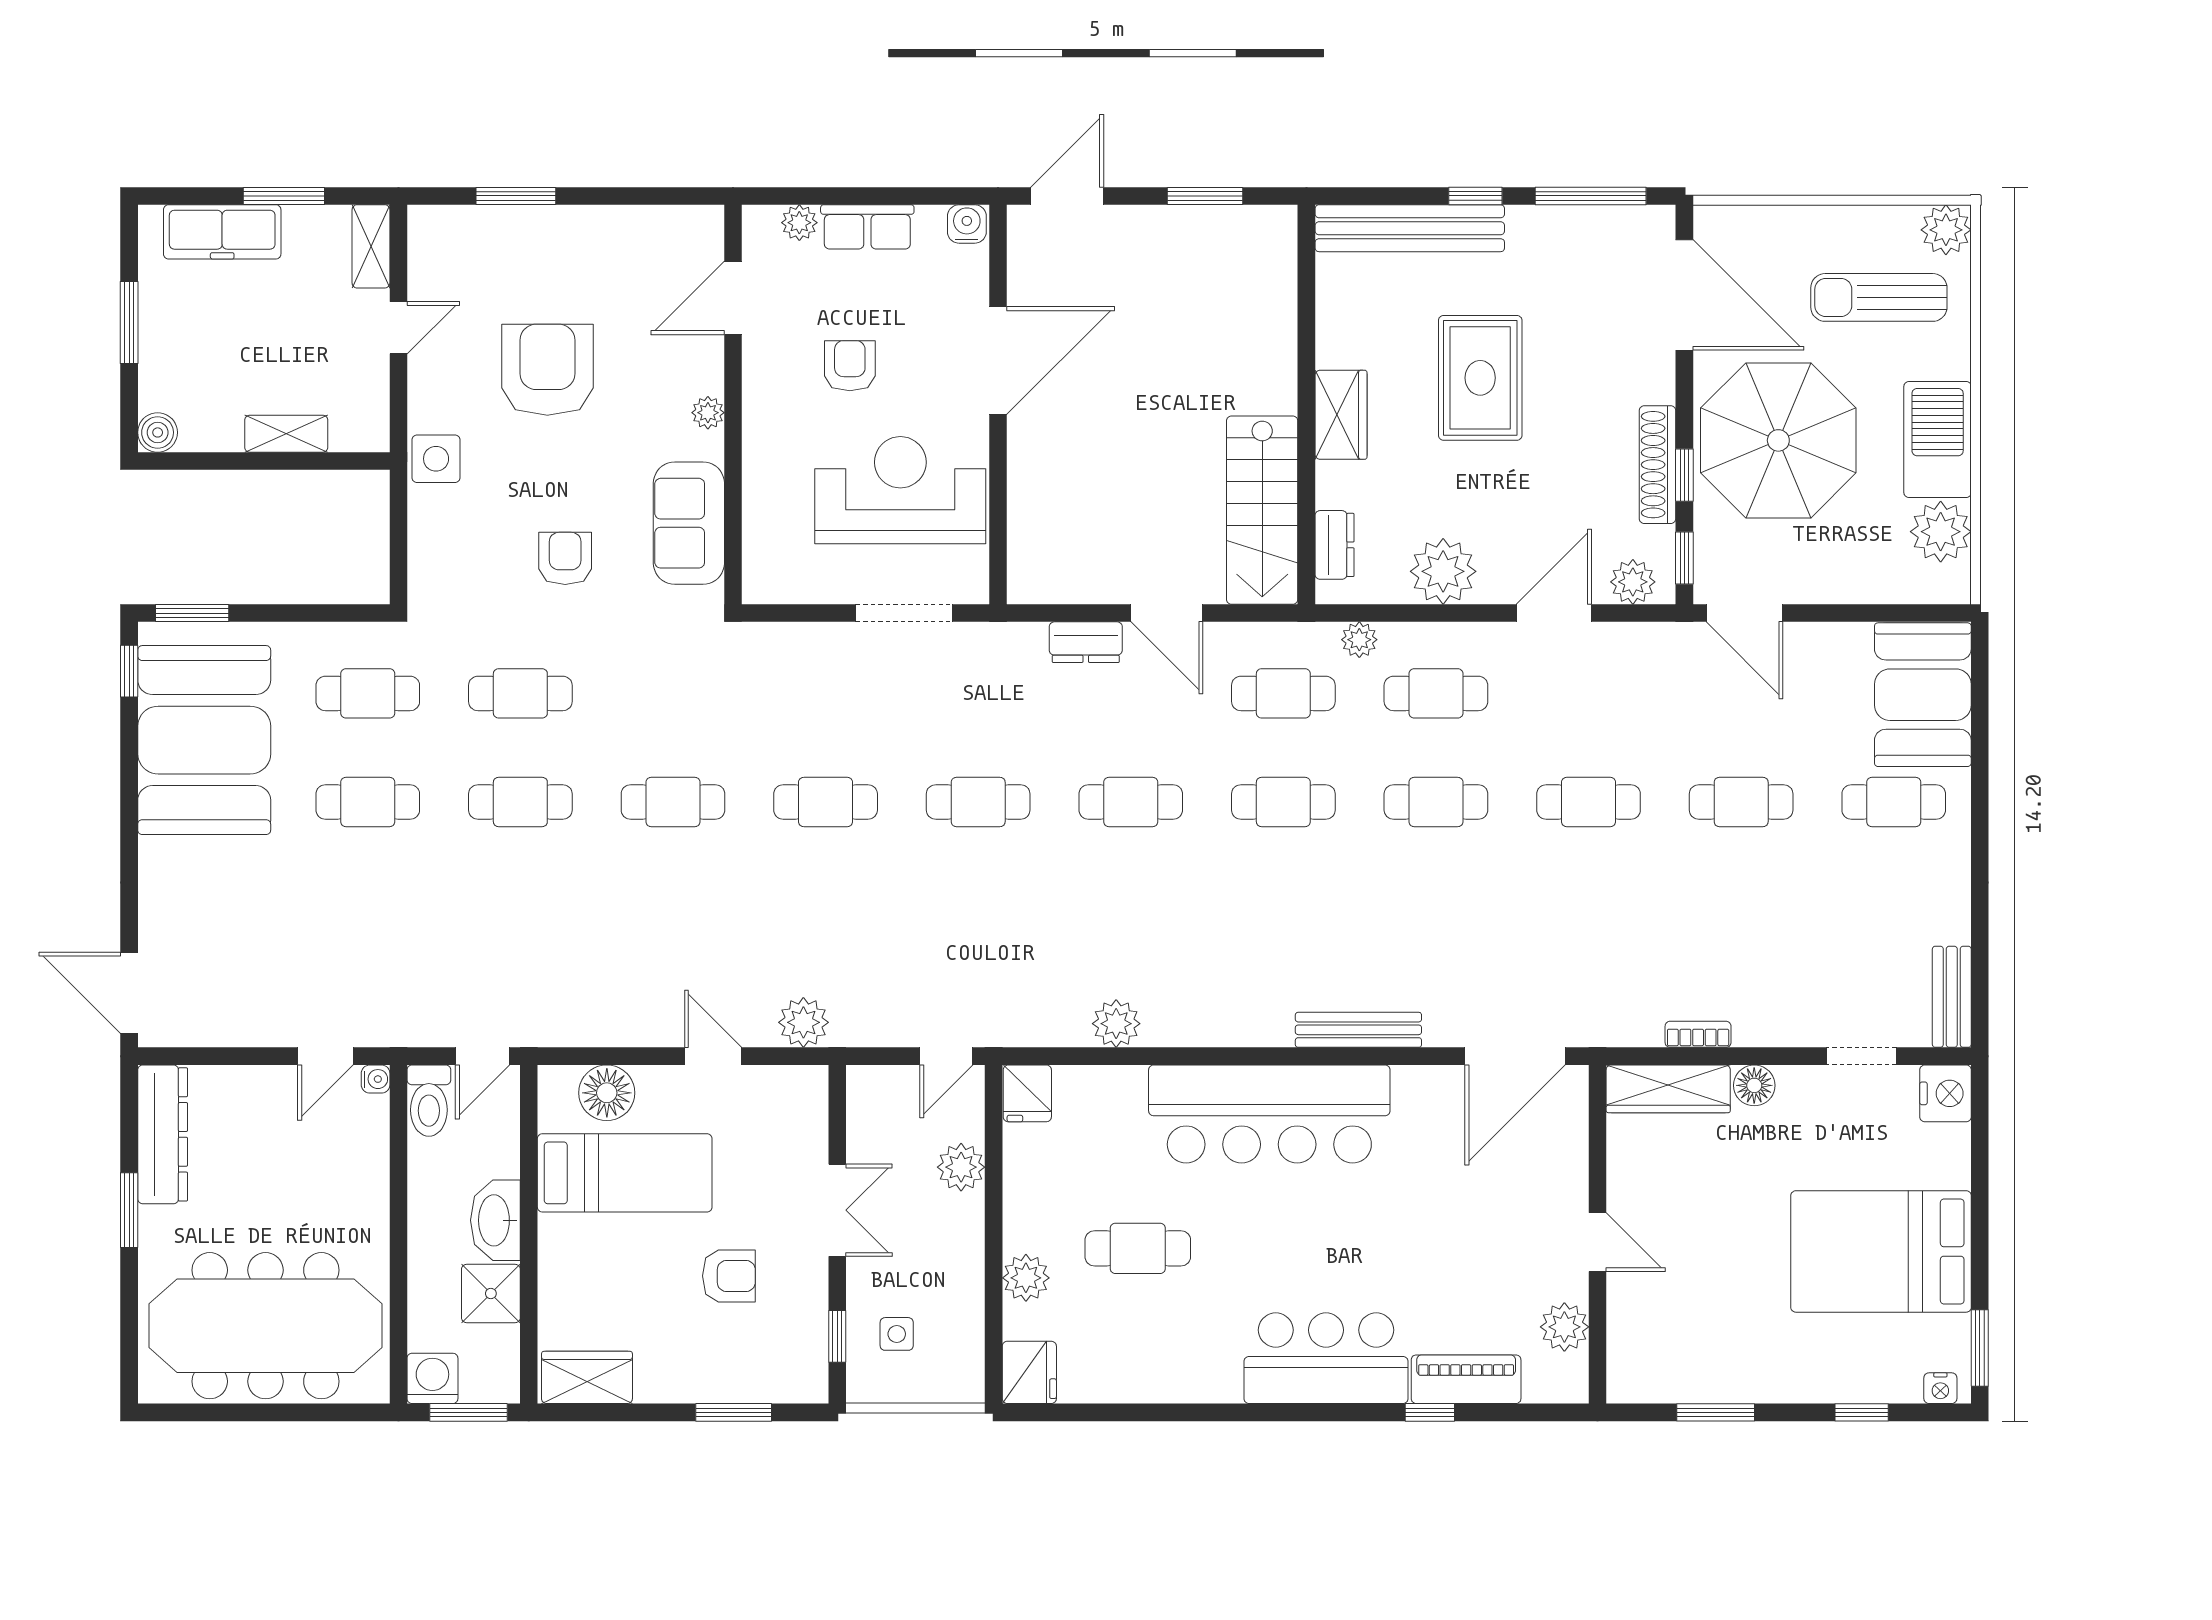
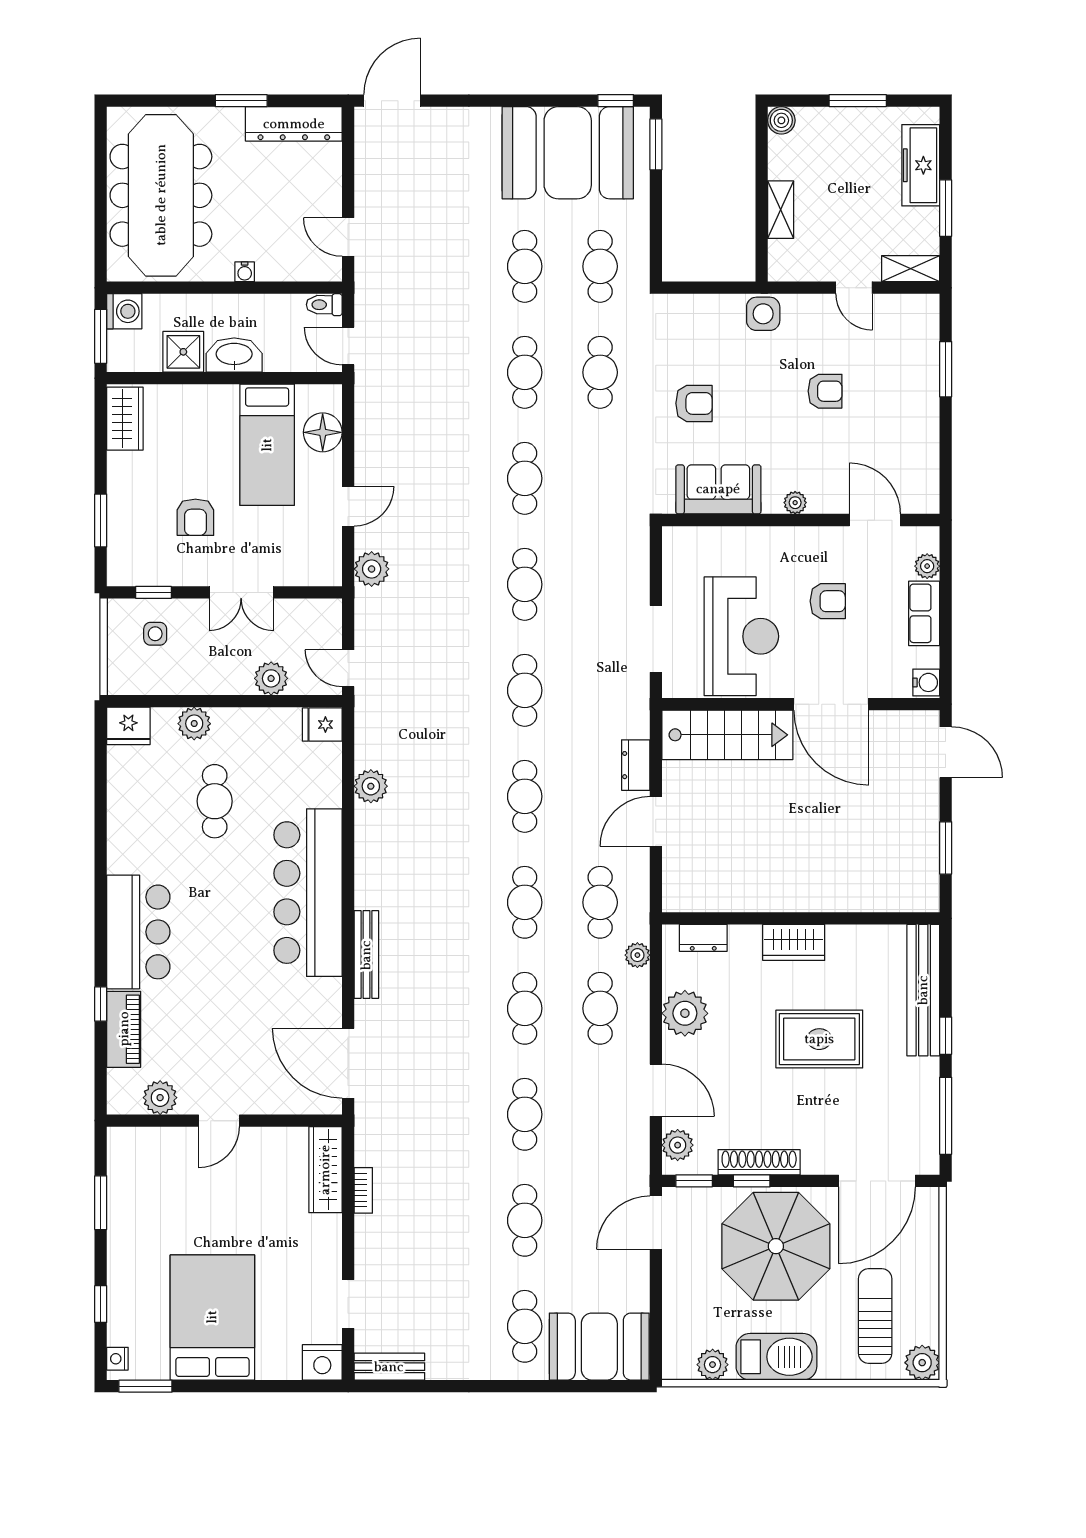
armchair: (547, 370) -> (825, 391), width x0.53, depth x0.53
stairs: (1262, 510) -> (727, 735), moved, turned 180
plant: (1941, 532) -> (713, 1365), width x0.73, depth x0.73
water cooler: (376, 1079) -> (245, 272), moved
floor lamp: (1754, 1085) -> (328, 1229), removed
toilet: (429, 1101) -> (324, 305), width x0.73, depth x0.72

